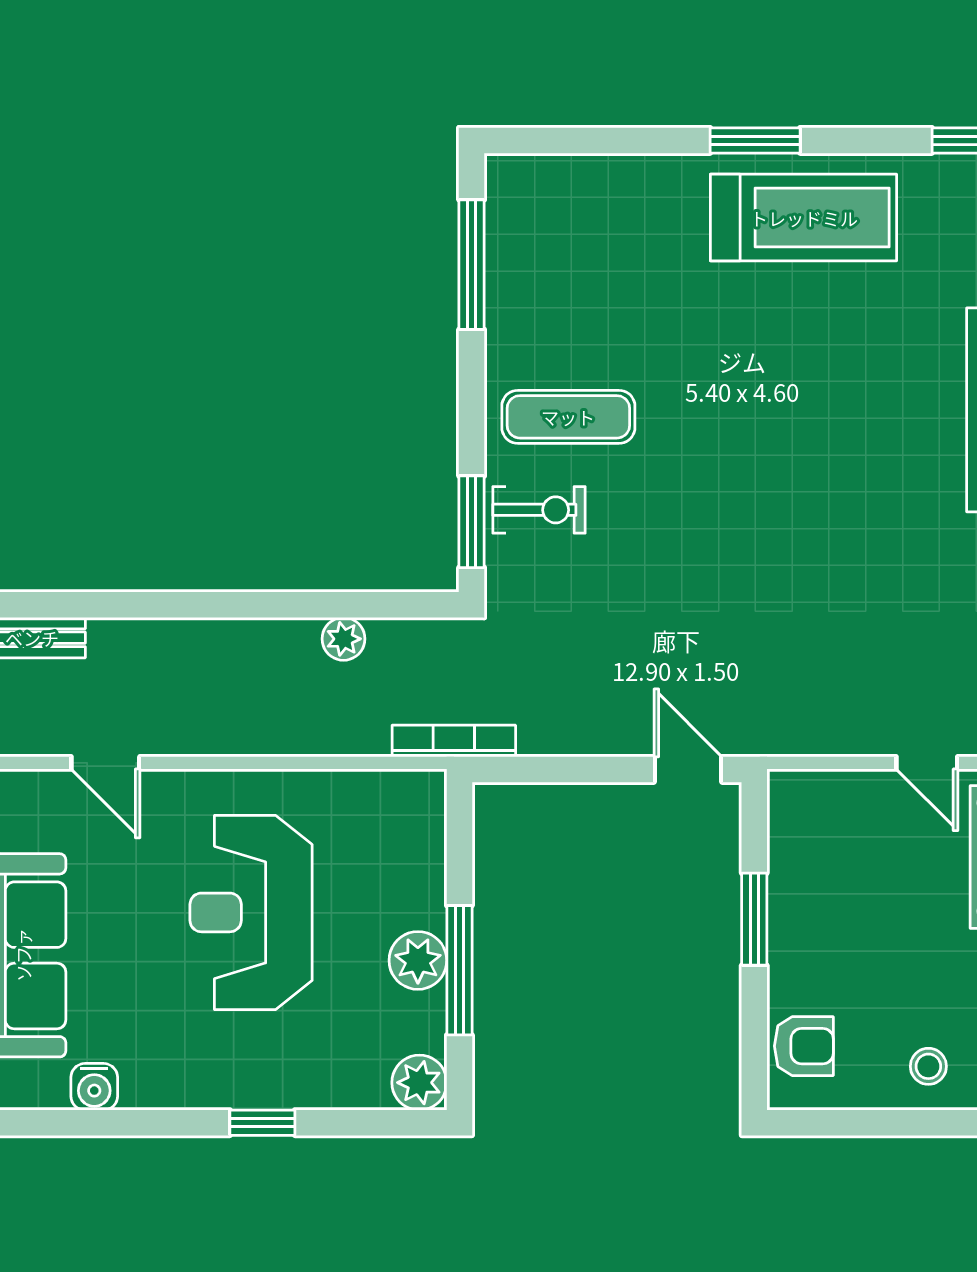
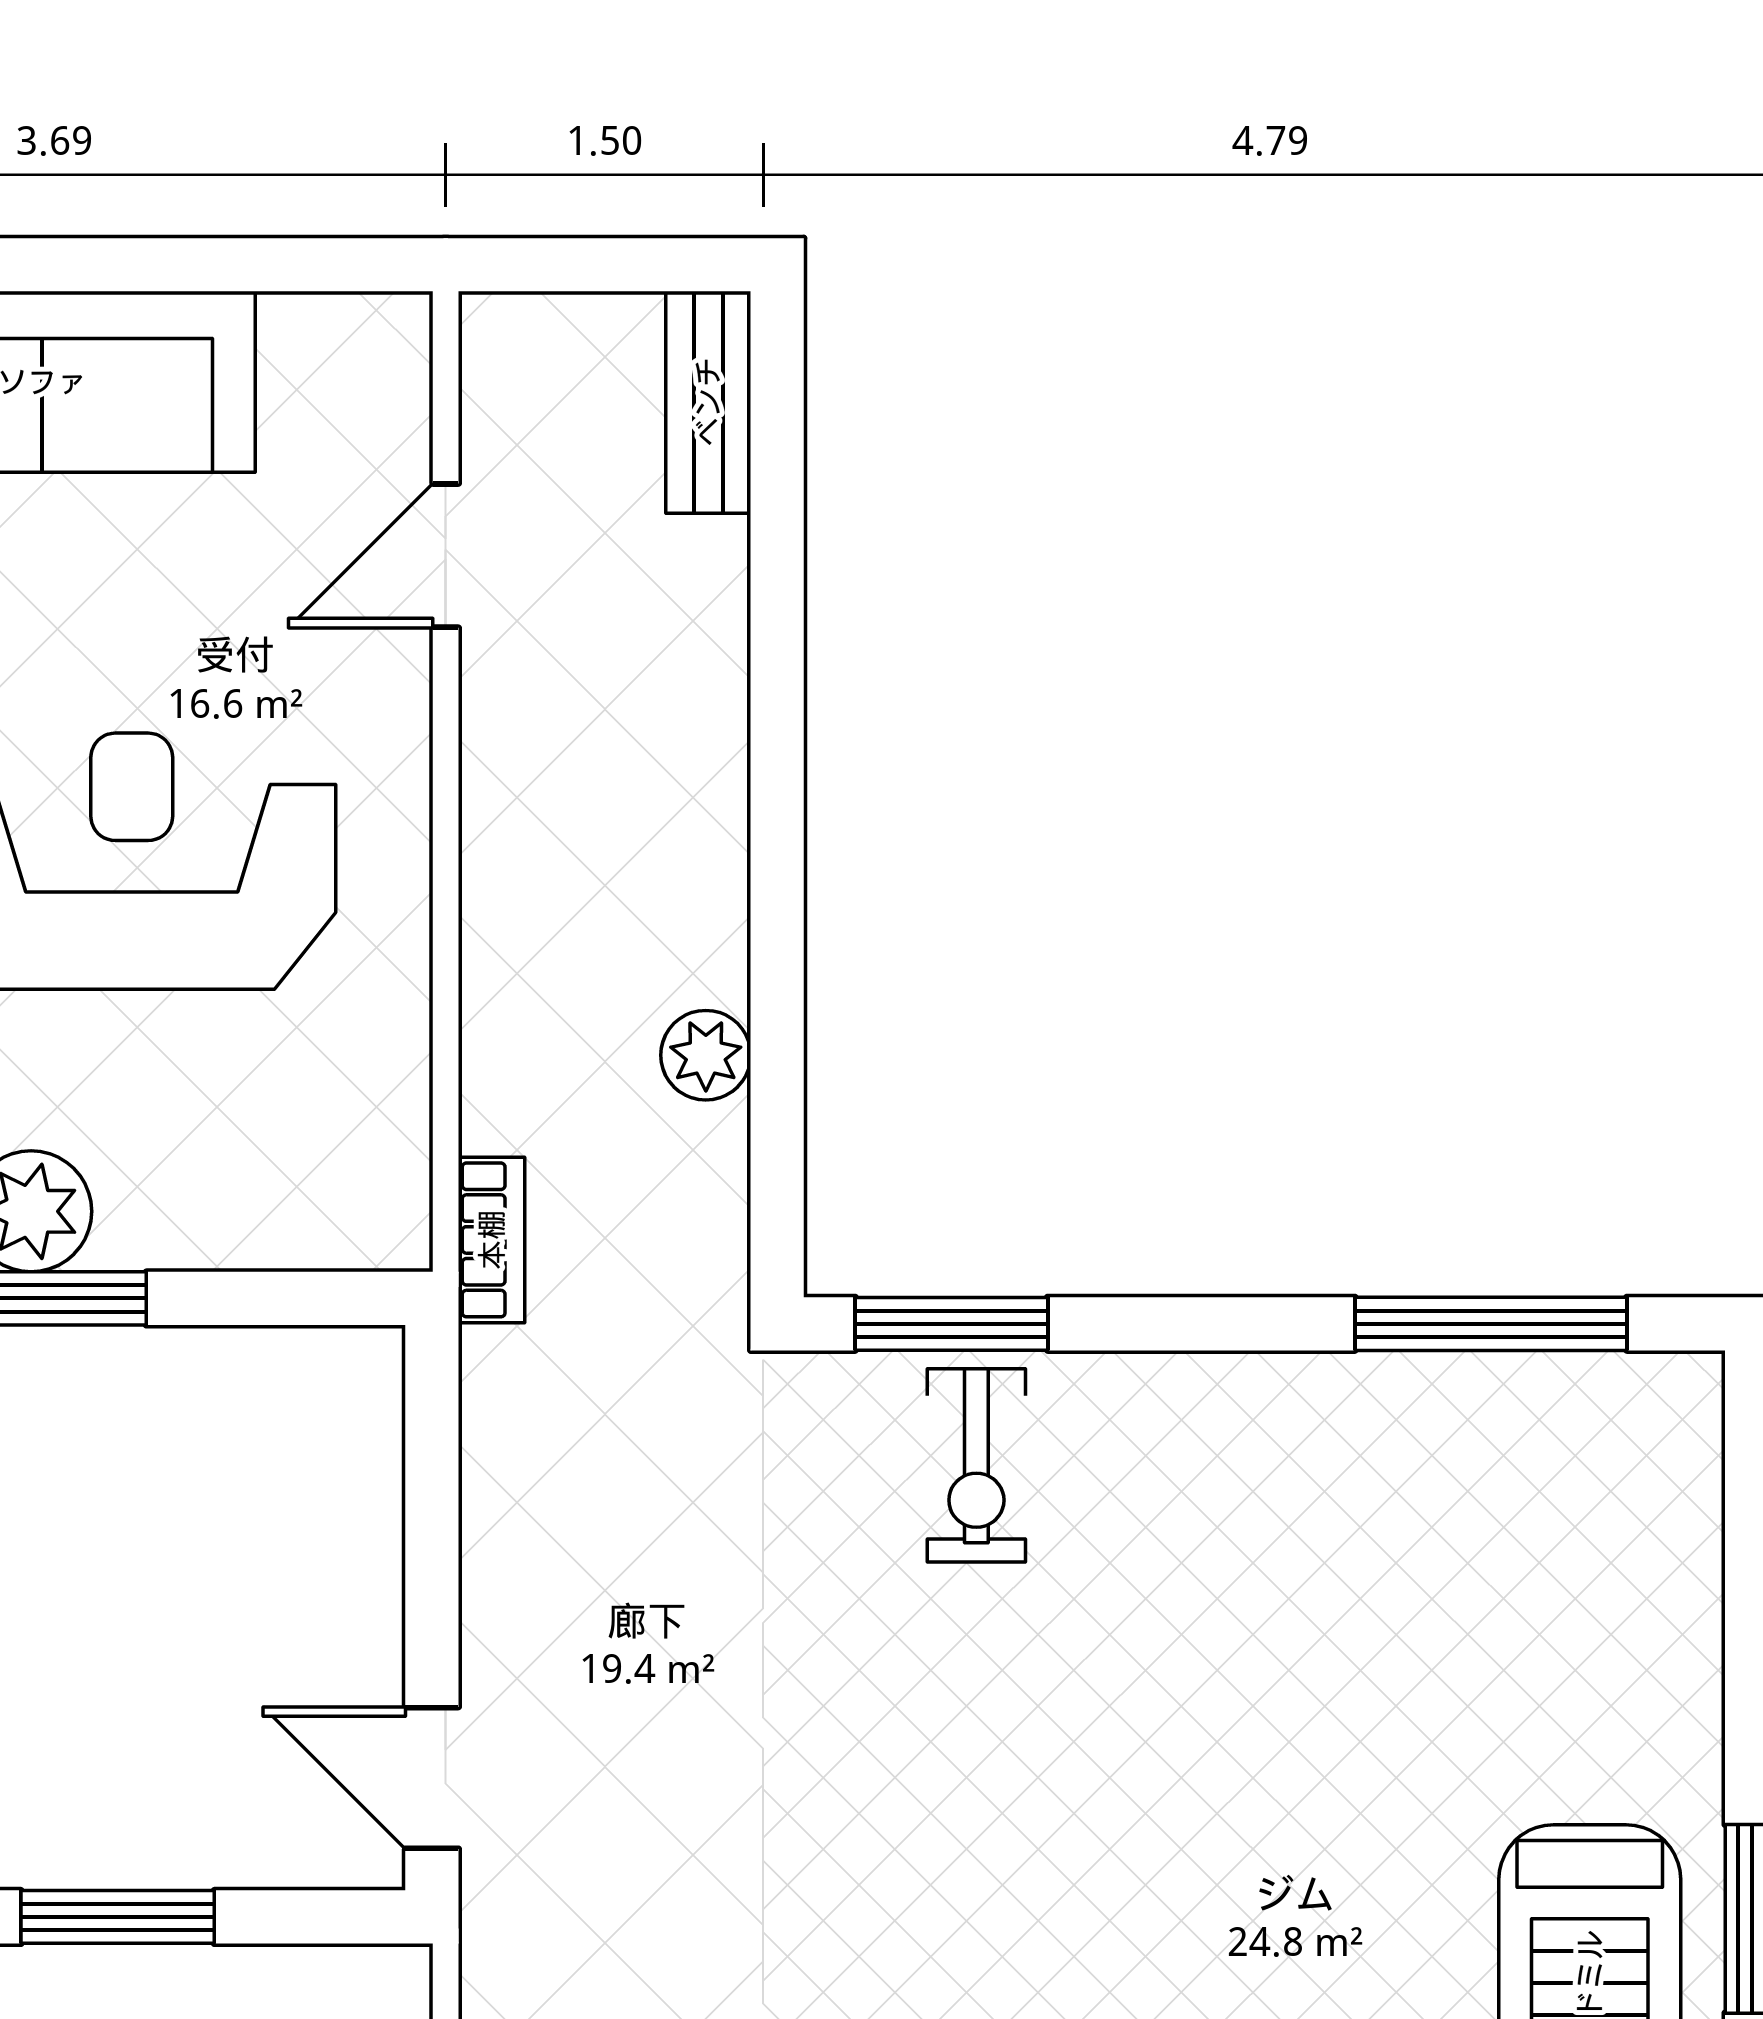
exercise mat: (568, 417) -> (1172, 1527), removed
bookcase: (454, 741) -> (492, 1240), width x0.64
door: (688, 769) -> (432, 1778), swing flipped

